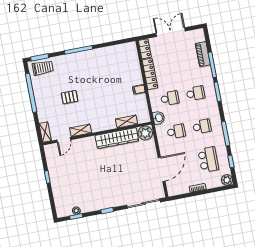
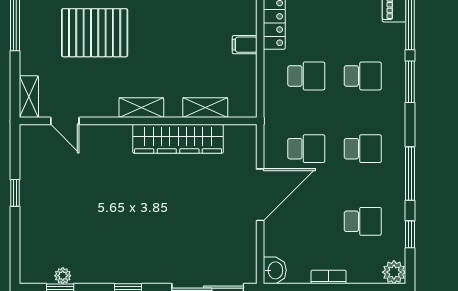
pallet: (70, 97) -> (95, 33), width x2.05, depth x2.00
washbasin: (159, 118) -> (275, 270), moved
shelving: (81, 130) -> (141, 108), moved
plant: (145, 133) -> (240, 139), removed
door: (64, 140) -> (65, 121), hinge flipped
school desk: (208, 160) -> (363, 221), width x0.54
door: (162, 169) -> (260, 195), moved

